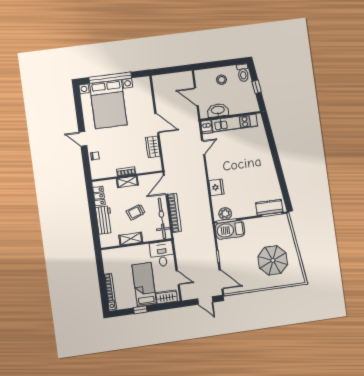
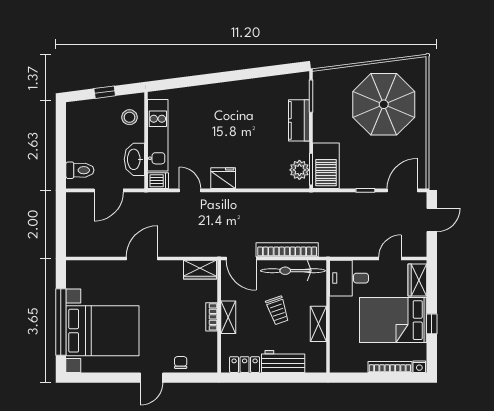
toilet: (243, 73) -> (80, 170), moved
stool: (222, 80) -> (129, 117), moved
wardrobe: (153, 147) -> (200, 270), moved
fridge: (216, 187) -> (223, 178), moved
kitchen counter: (269, 207) -> (299, 120), moved
parasol: (273, 260) -> (384, 104), width x1.36, depth x1.36
bed: (144, 285) -> (393, 320), width x1.50

